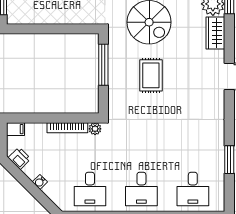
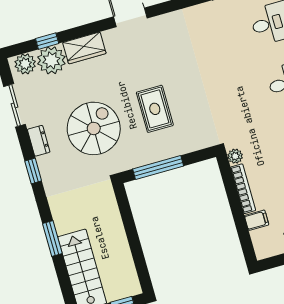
rug: (151, 75) -> (155, 109), turned 90
filing cabinet: (15, 129) -> (257, 220), moved, turned 90

